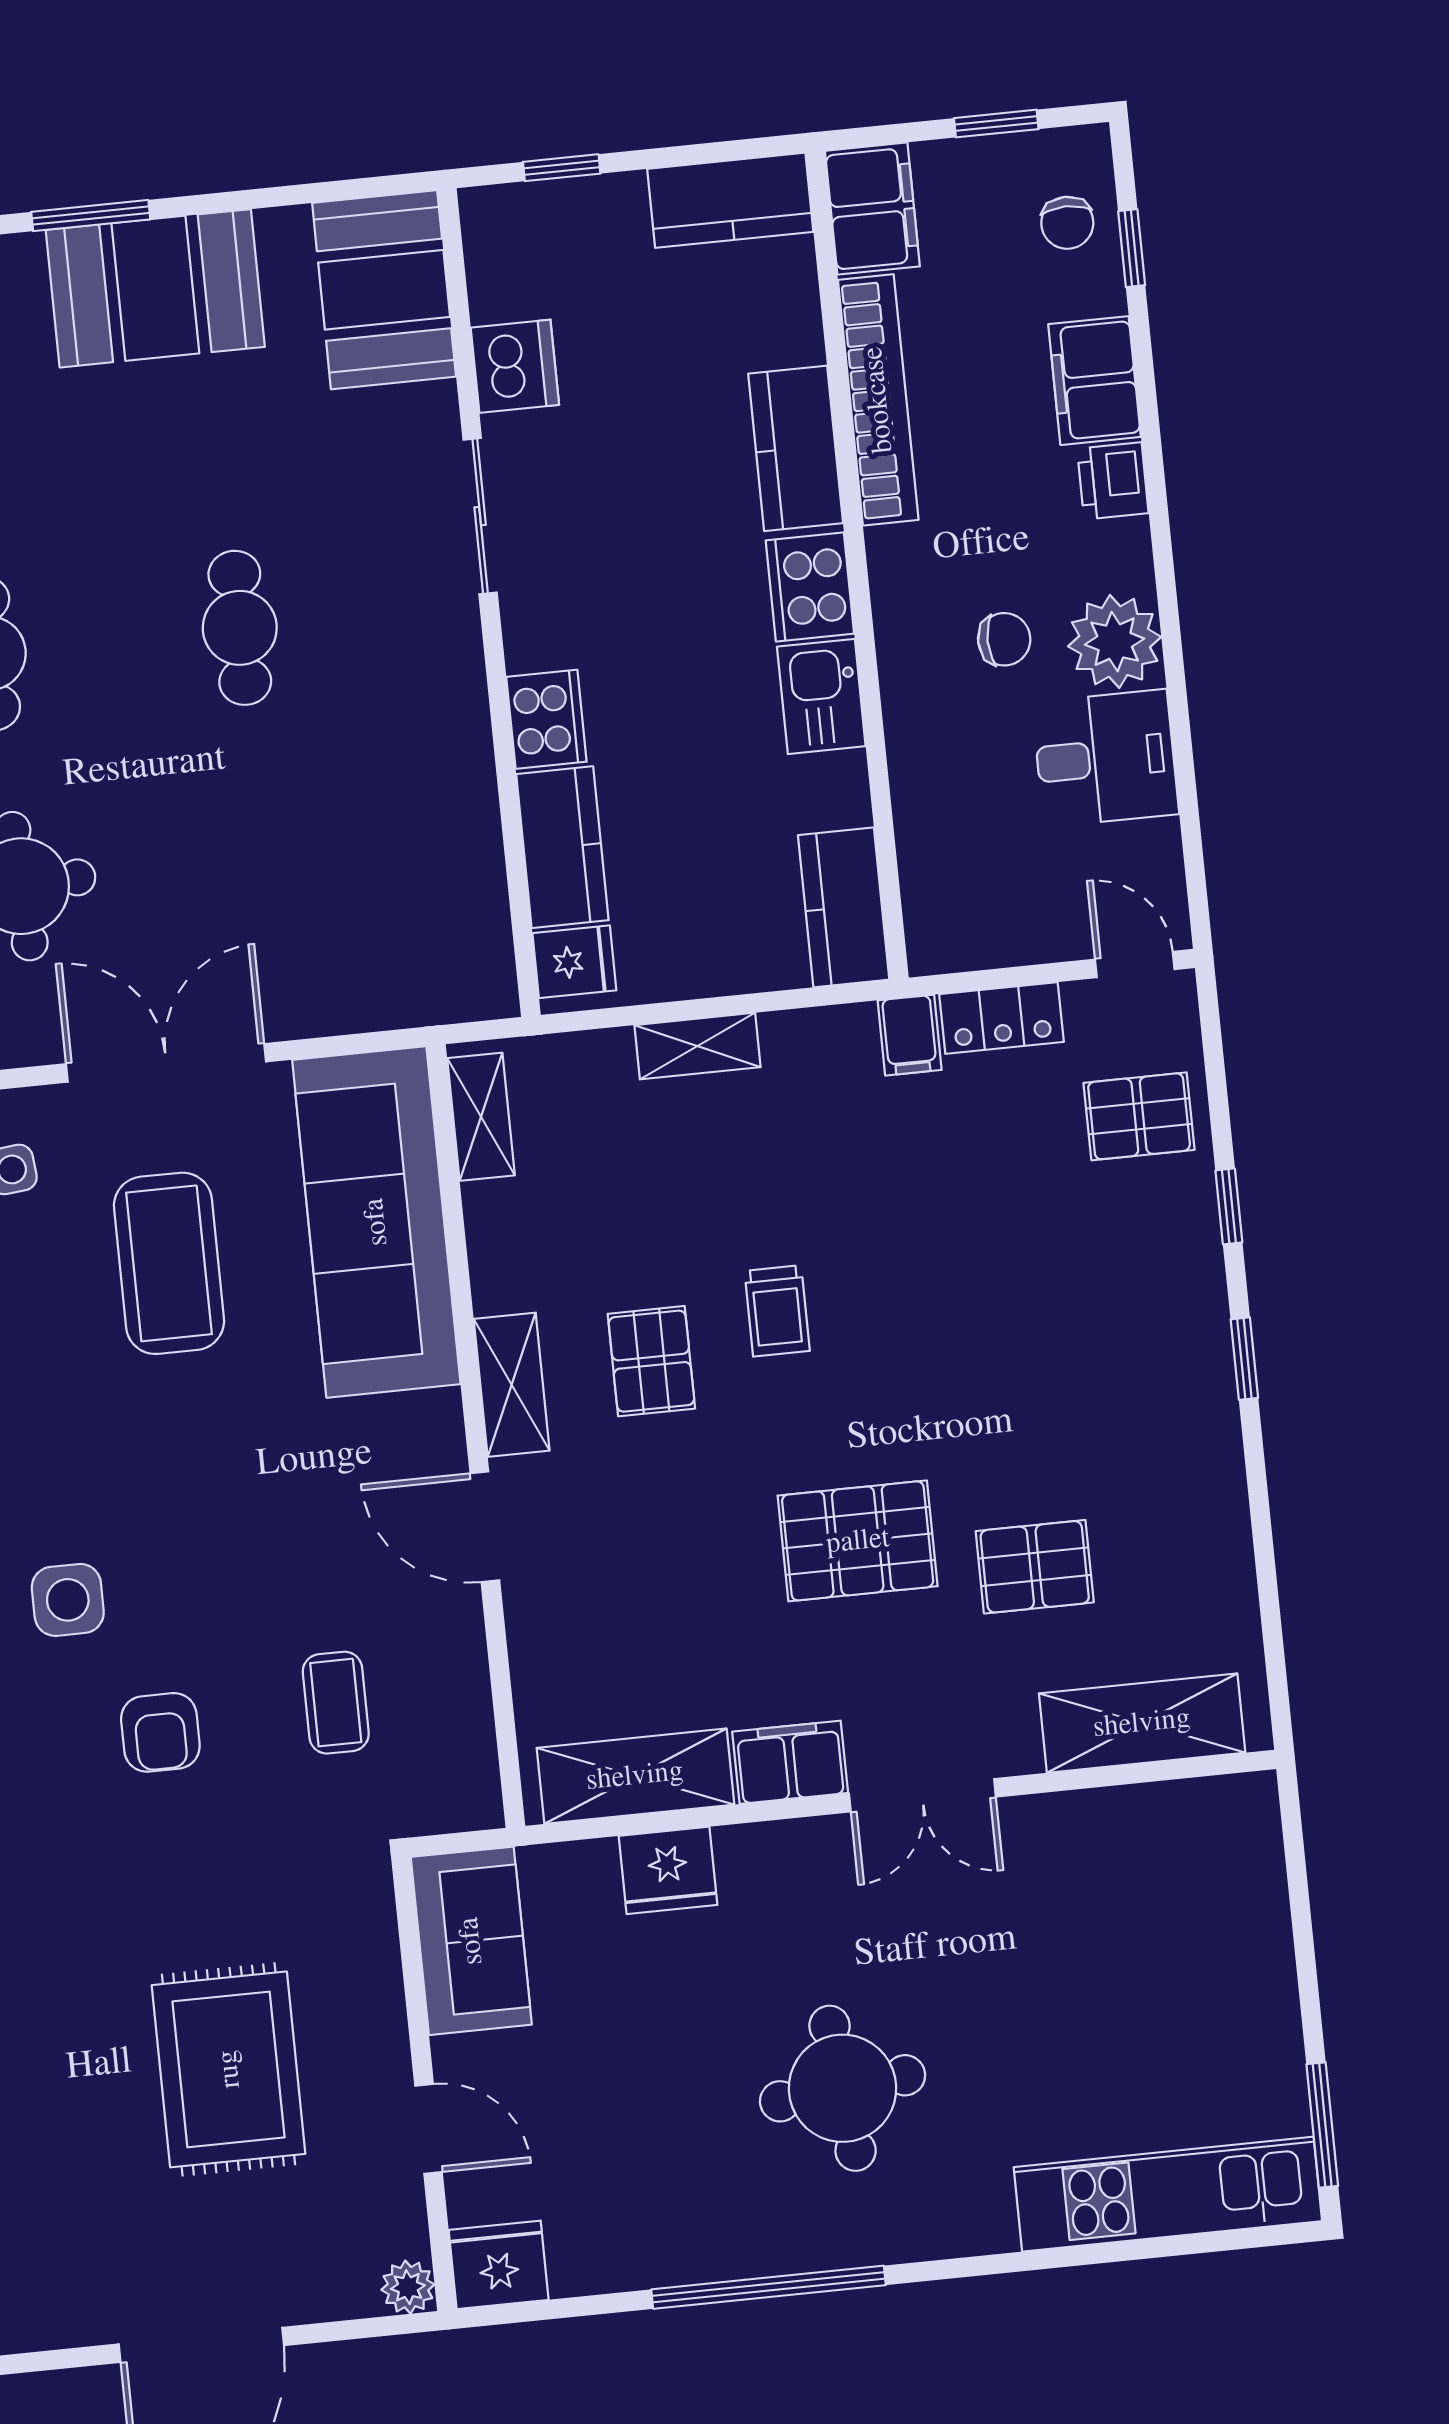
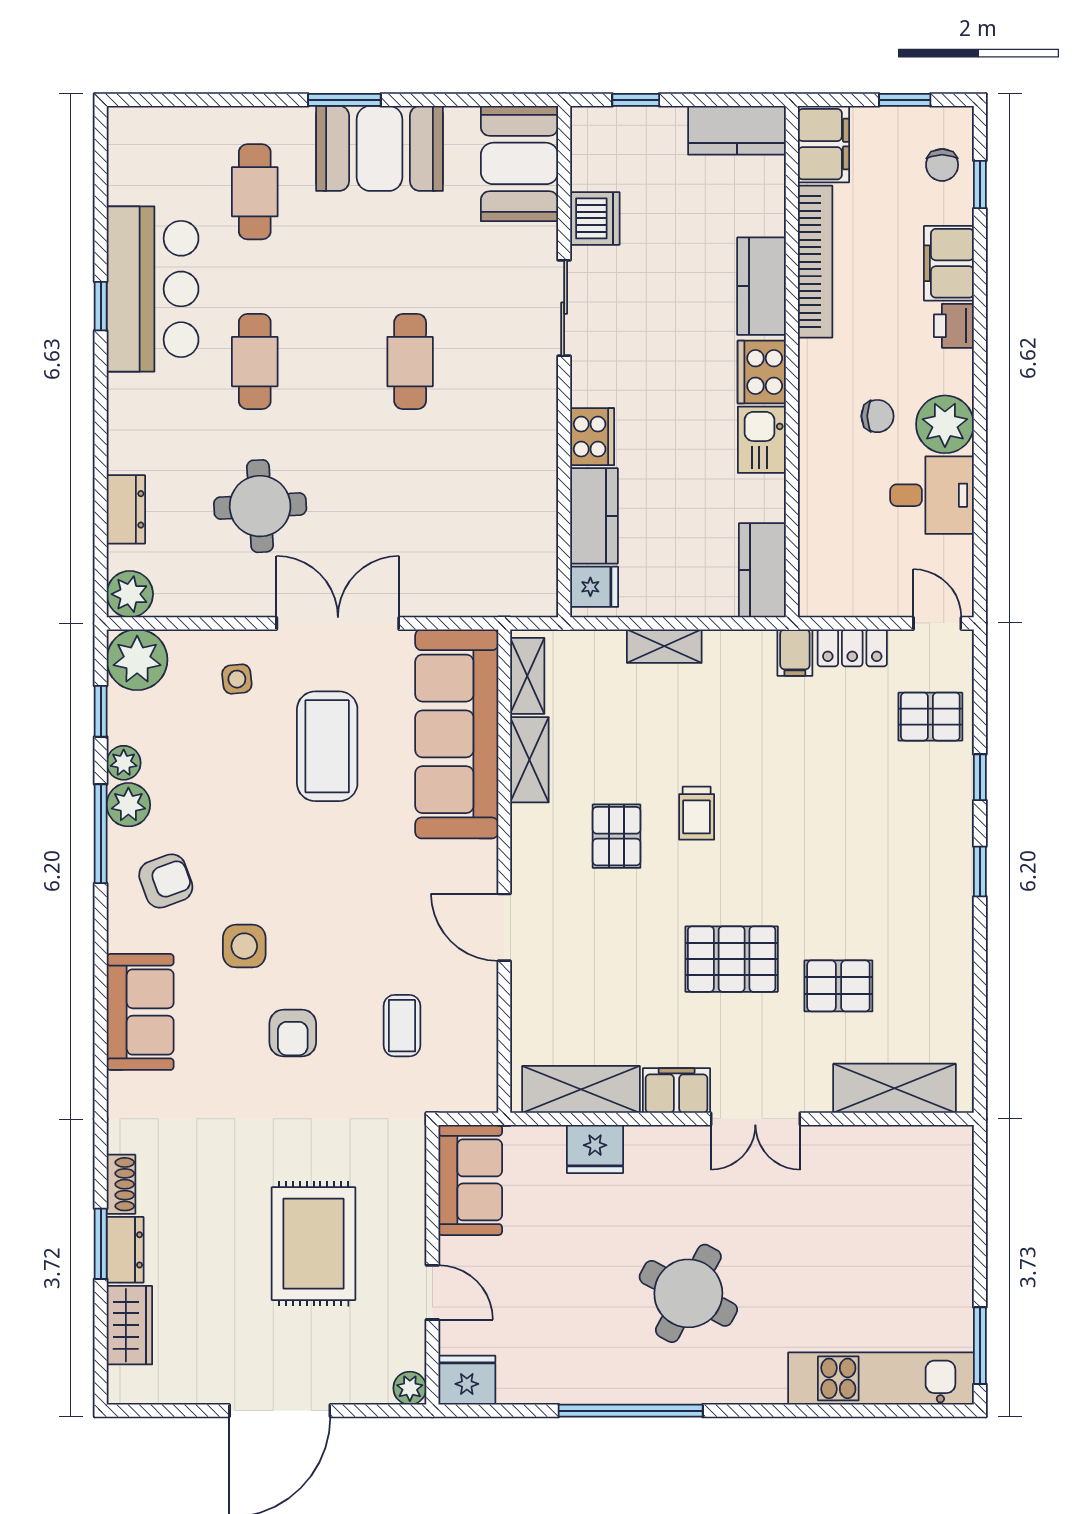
shelving: (512, 1385) -> (529, 760), moved
round table: (843, 2088) -> (688, 1293), turned 34

